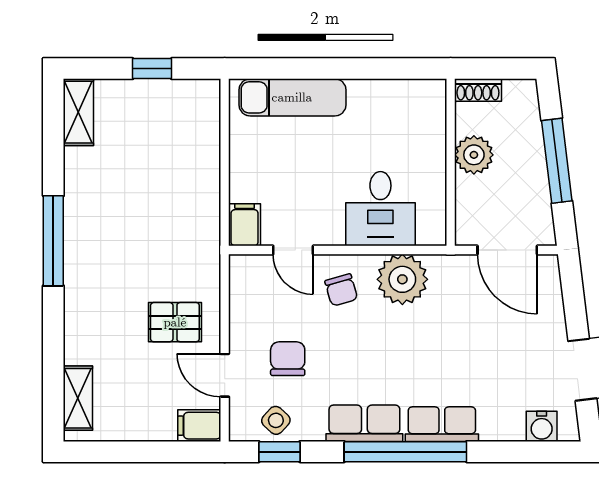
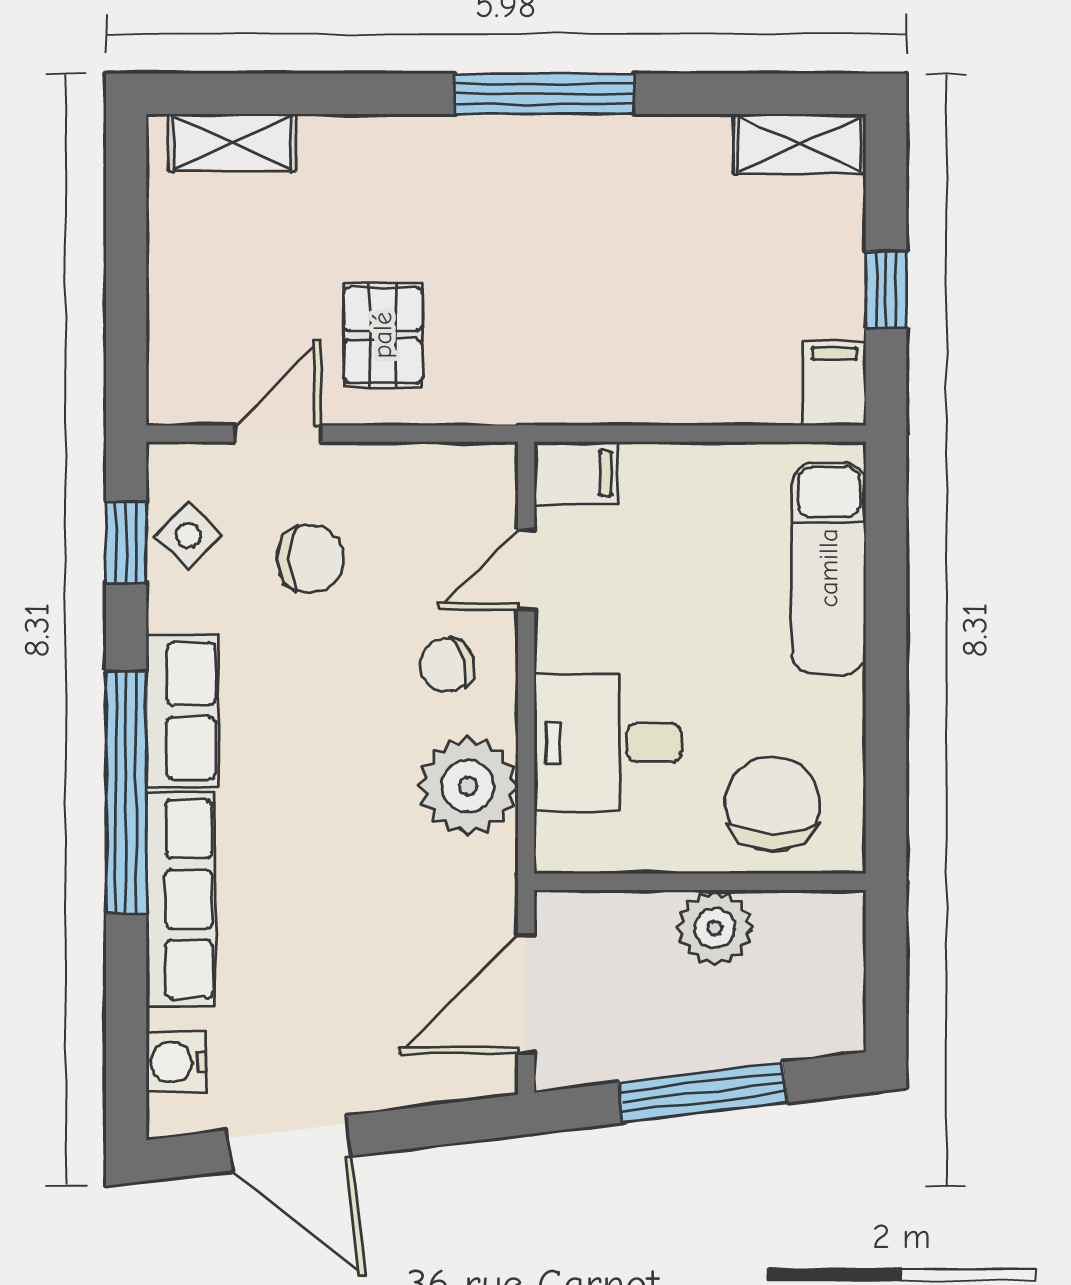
shoe rack: (478, 90) -> (843, 936), removed
chair: (411, 126) -> (772, 804), added
row of seats: (442, 424) -> (181, 899), width x1.48
filing cabinet: (199, 426) -> (834, 383), moved

